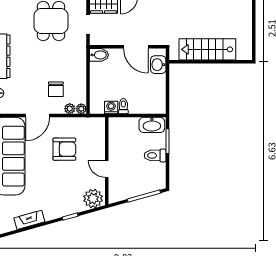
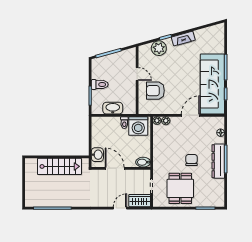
chair: (56, 89) -> (192, 160), moved
washing machine: (111, 107) -> (138, 126), width x1.89, depth x1.89
washbasin: (152, 125) -> (113, 108), moved
armchair: (64, 149) -> (155, 91), moved
plant: (93, 199) -> (159, 48), moved
fireplace: (29, 220) -> (183, 39), moved

